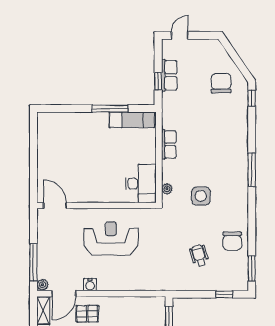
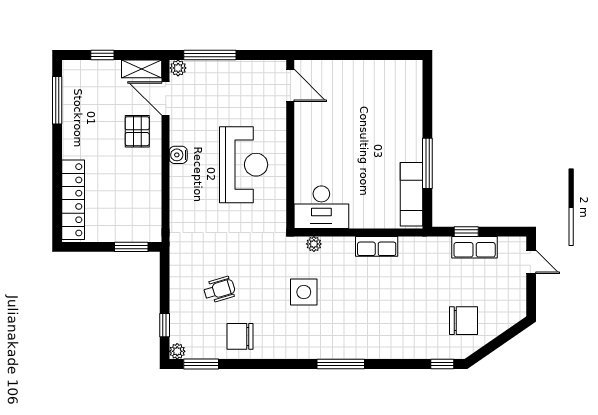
door: (55, 206) -> (290, 85), hinge flipped
water cooler: (90, 285) -> (178, 155), moved
plant: (243, 285) -> (177, 351), added

